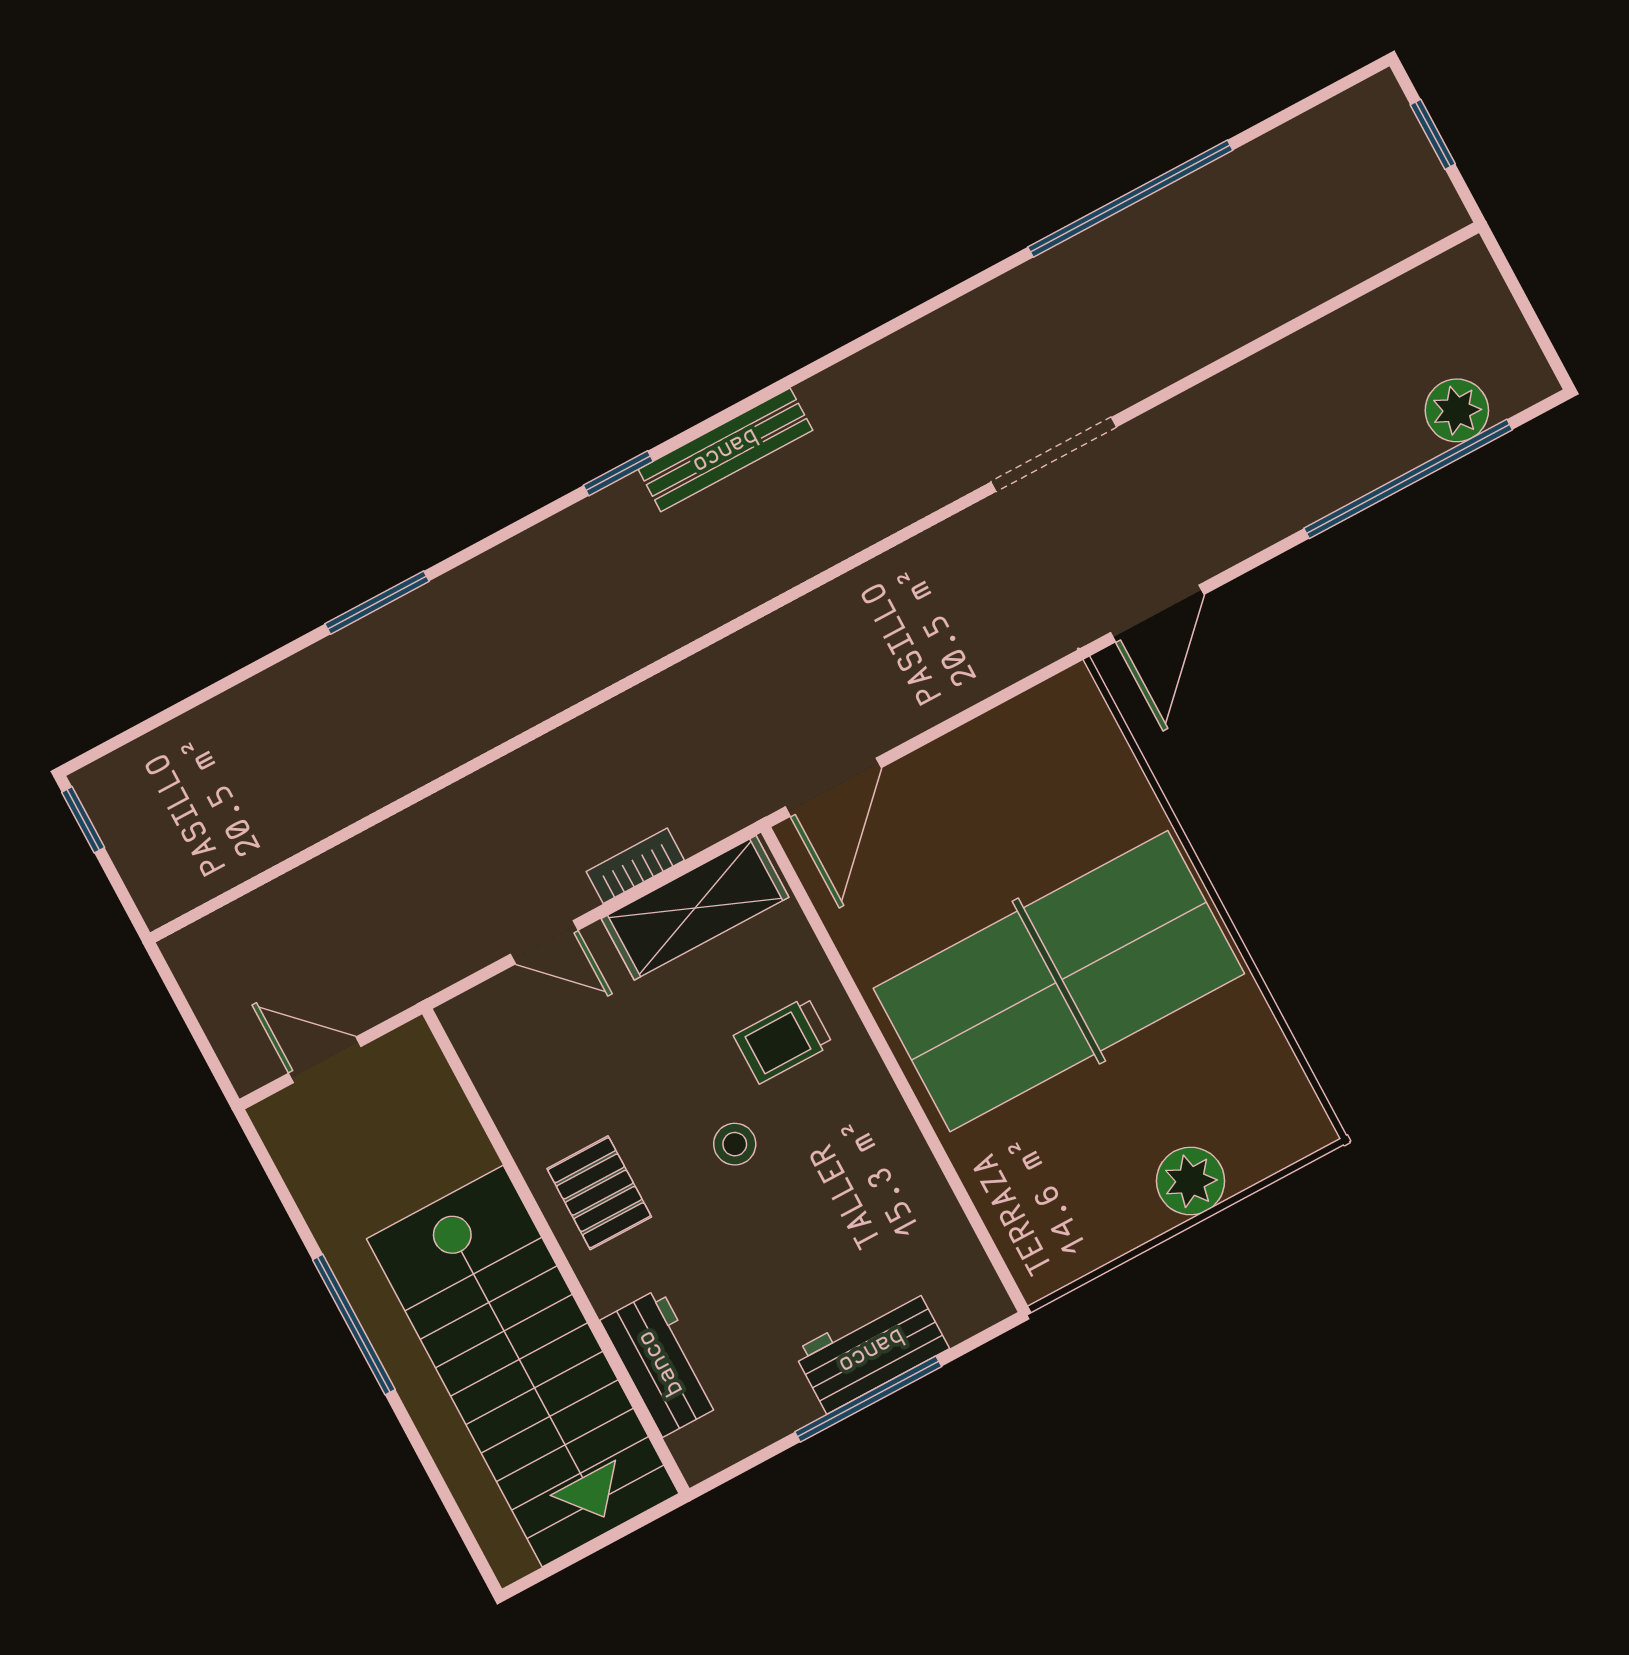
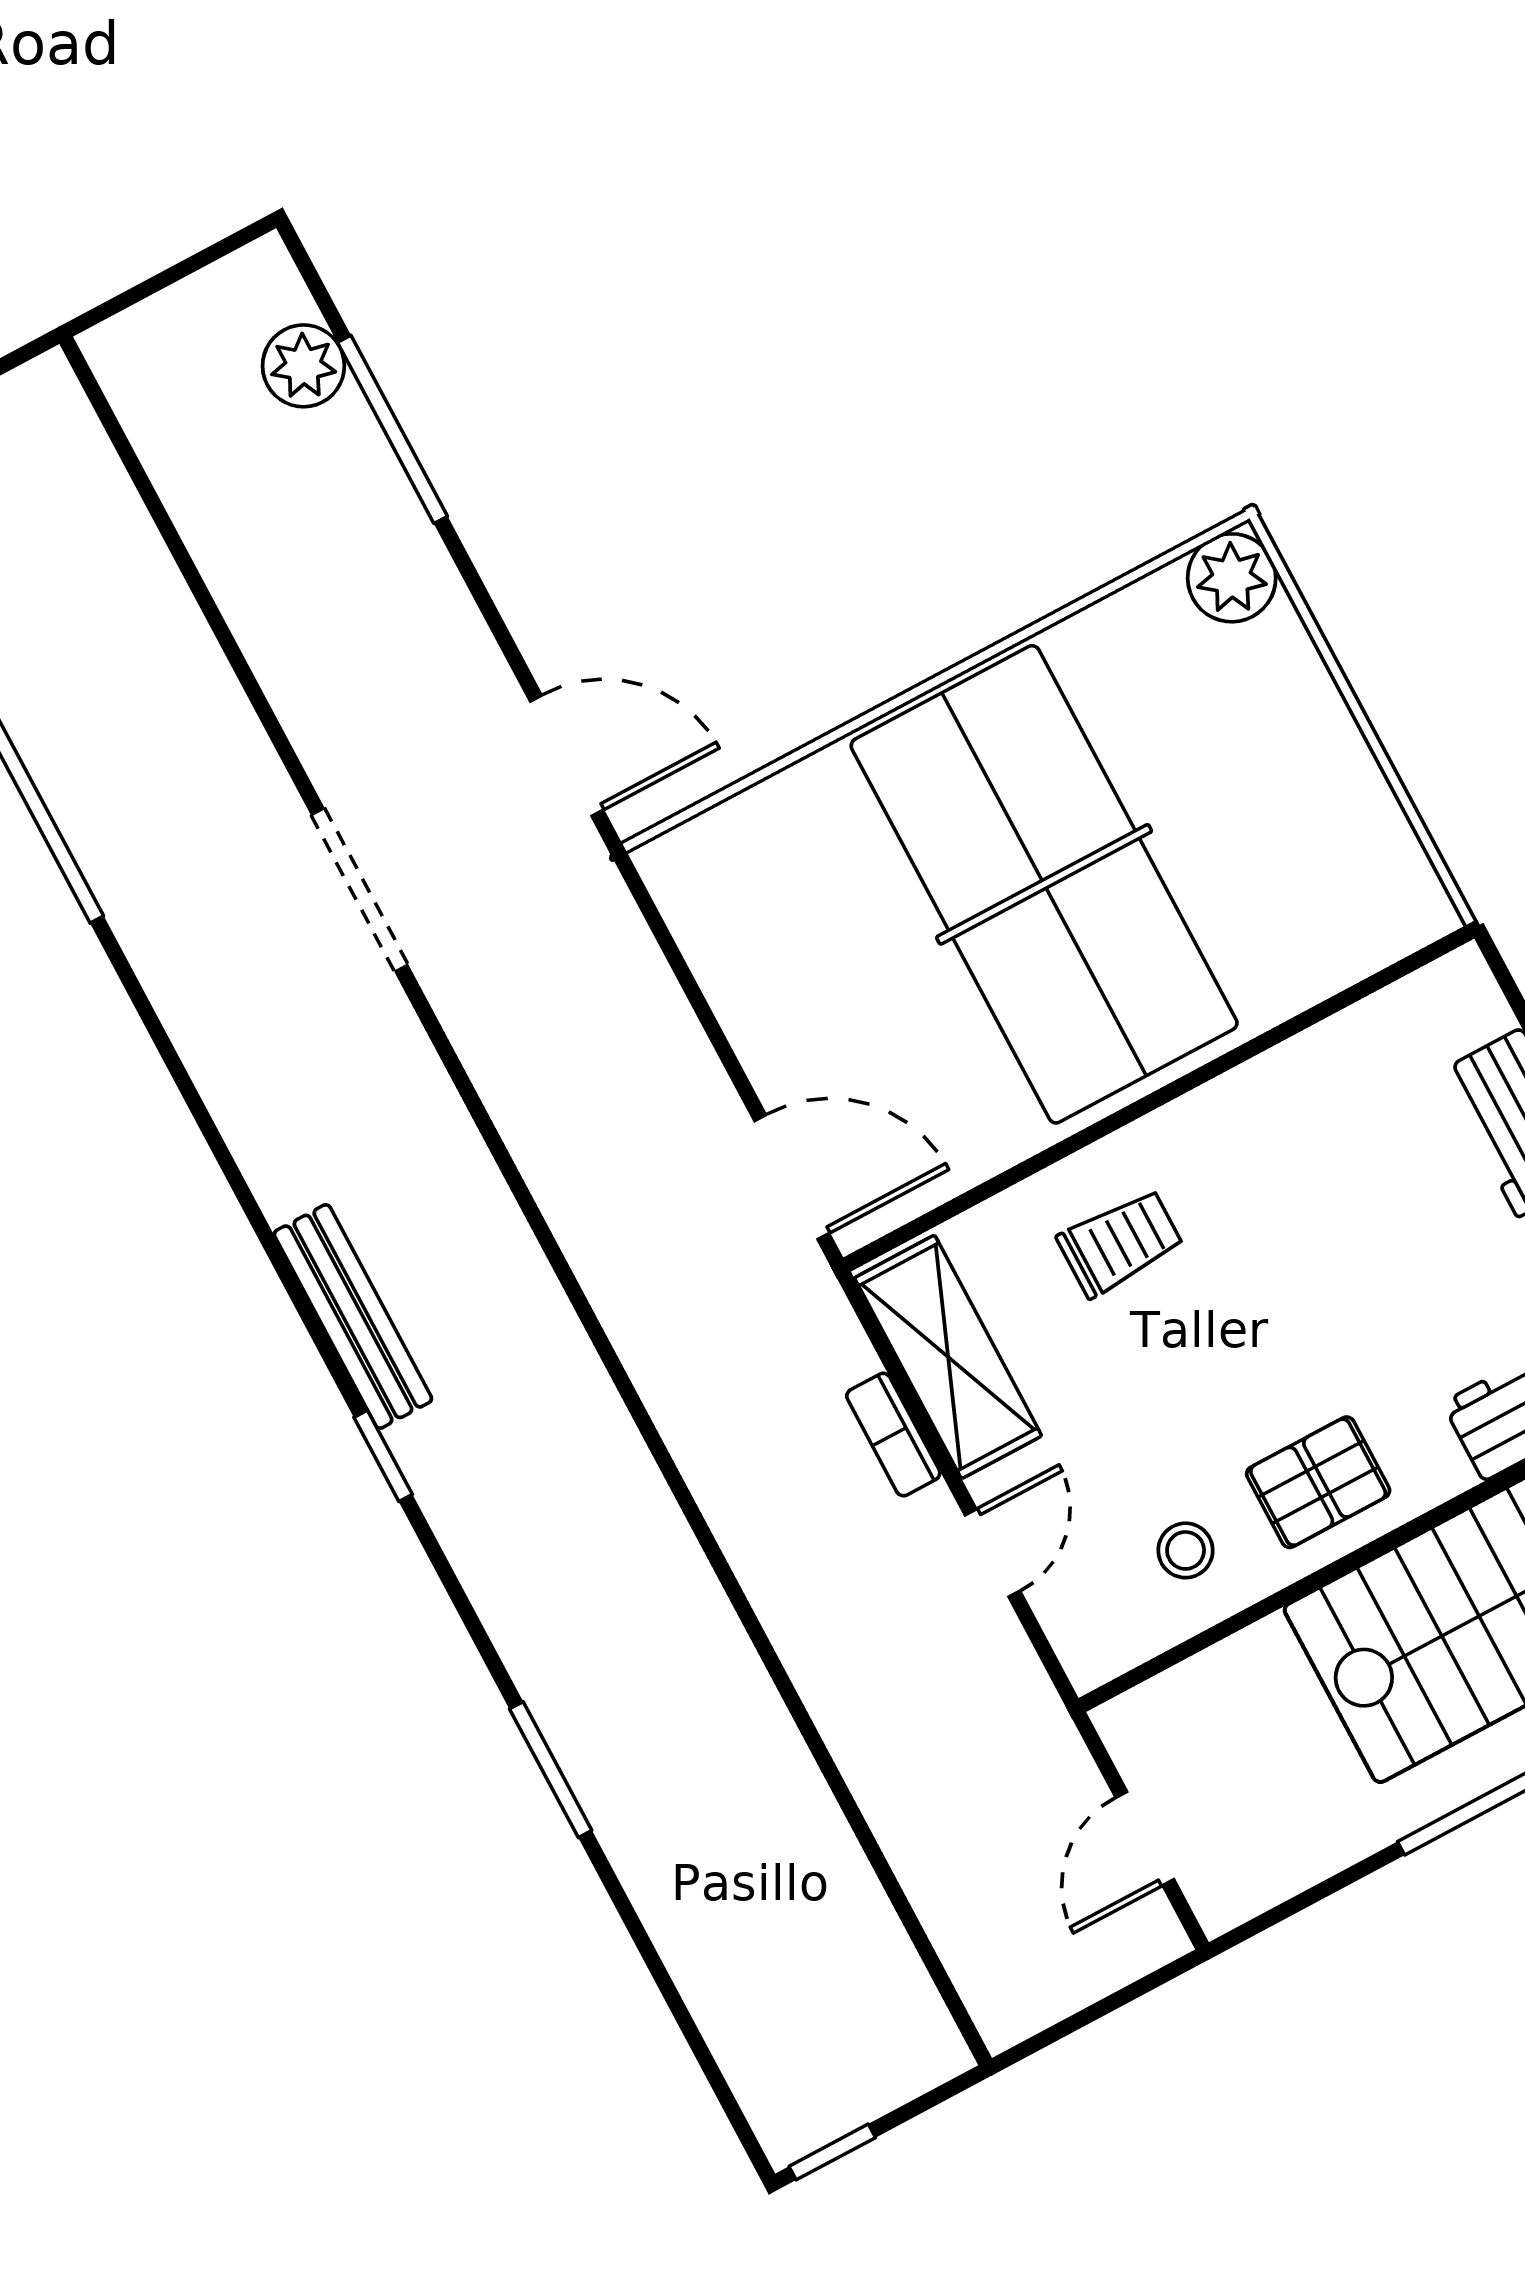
window: (1408, 479) -> (392, 429), width x0.68
trolley: (783, 1040) -> (1120, 1243), turned -90
stool: (735, 1144) -> (1186, 1550), moved
plant: (1191, 1181) -> (1232, 578), moved

